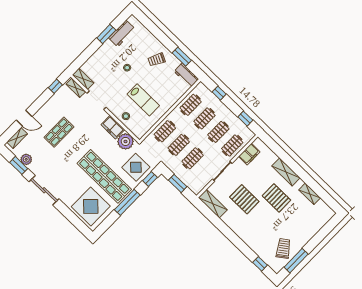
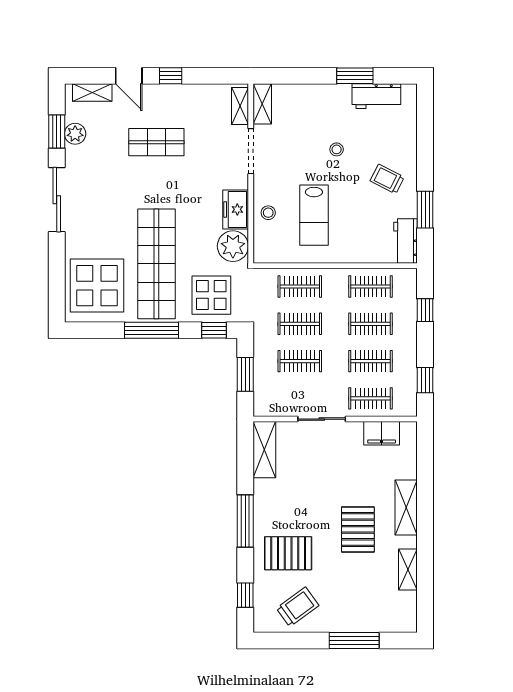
window: (55, 86) -> (171, 76), moved
pallet: (244, 199) -> (288, 553), moved, turned 90
window: (232, 237) -> (245, 521), added
window: (296, 261) -> (354, 641), moved

